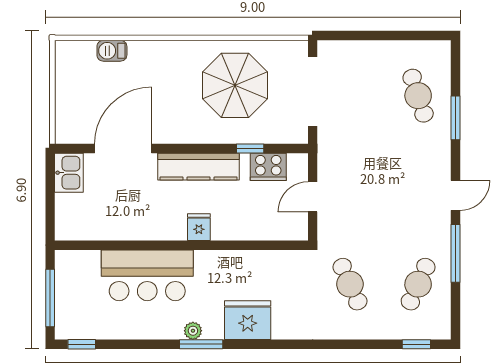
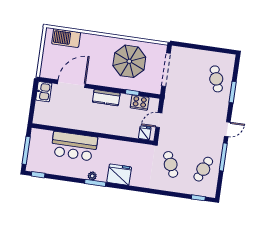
barbecue: (112, 51) -> (66, 38), width x1.88, depth x1.53
kitchen counter: (199, 167) -> (106, 98), width x0.67
fridge: (199, 227) -> (145, 133), moved

